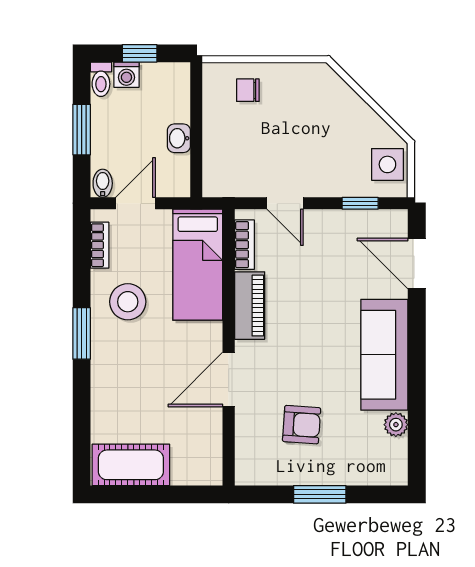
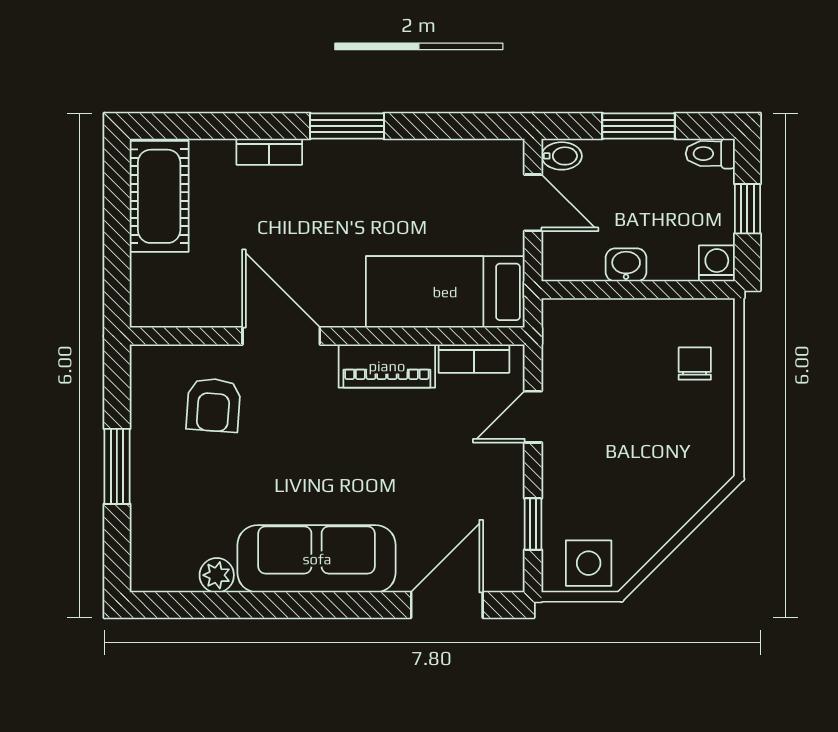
washing machine: (126, 75) -> (717, 263), moved, turned 90
bookcase: (100, 245) -> (269, 152), moved
stool: (128, 302) -> (392, 192), removed
armchair: (302, 425) -> (213, 405), moved

